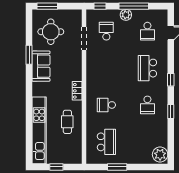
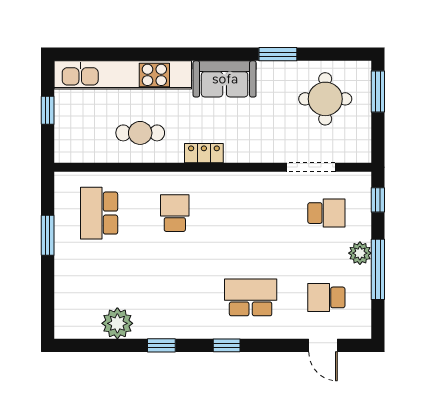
sofa: (41, 66) -> (225, 79), moved
school desk: (147, 105) -> (175, 297), removed
school desk: (106, 142) -> (99, 213), turned 90
plant: (160, 154) -> (117, 323), moved

